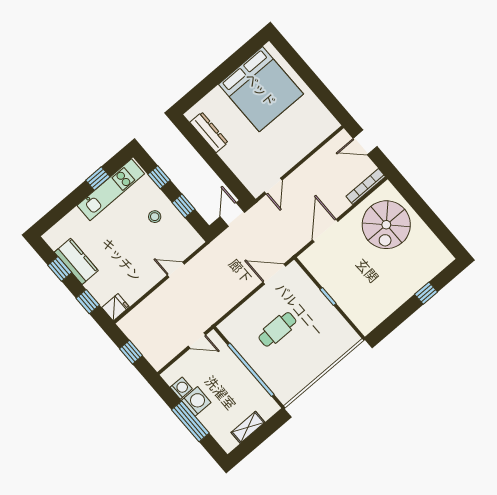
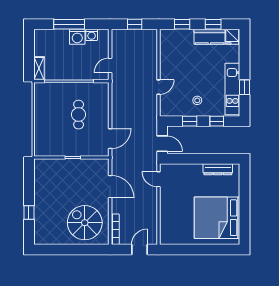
fridge: (116, 307) -> (232, 37), moved
shelving: (248, 427) -> (39, 68), moved

